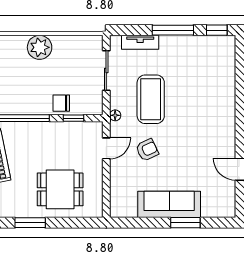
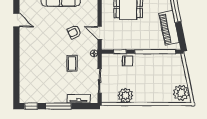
plant: (40, 47) -> (125, 96), moved
coffee table: (151, 99) -> (72, 63), width x0.54, depth x0.58
door: (106, 148) -> (100, 33), hinge flipped

